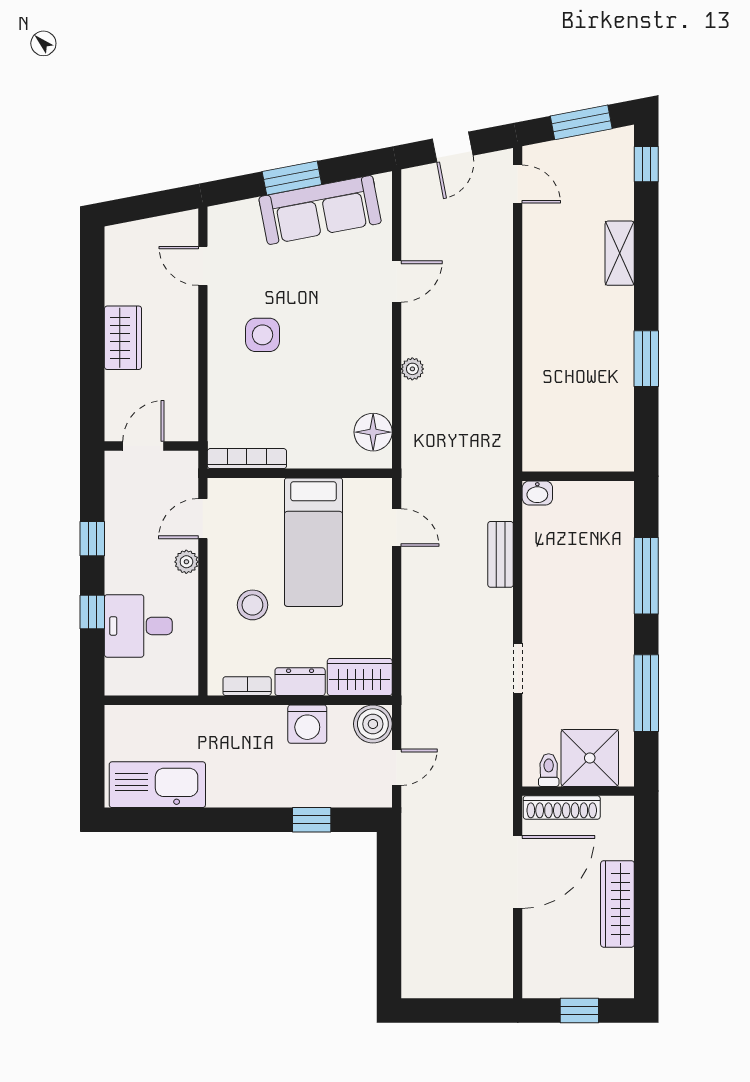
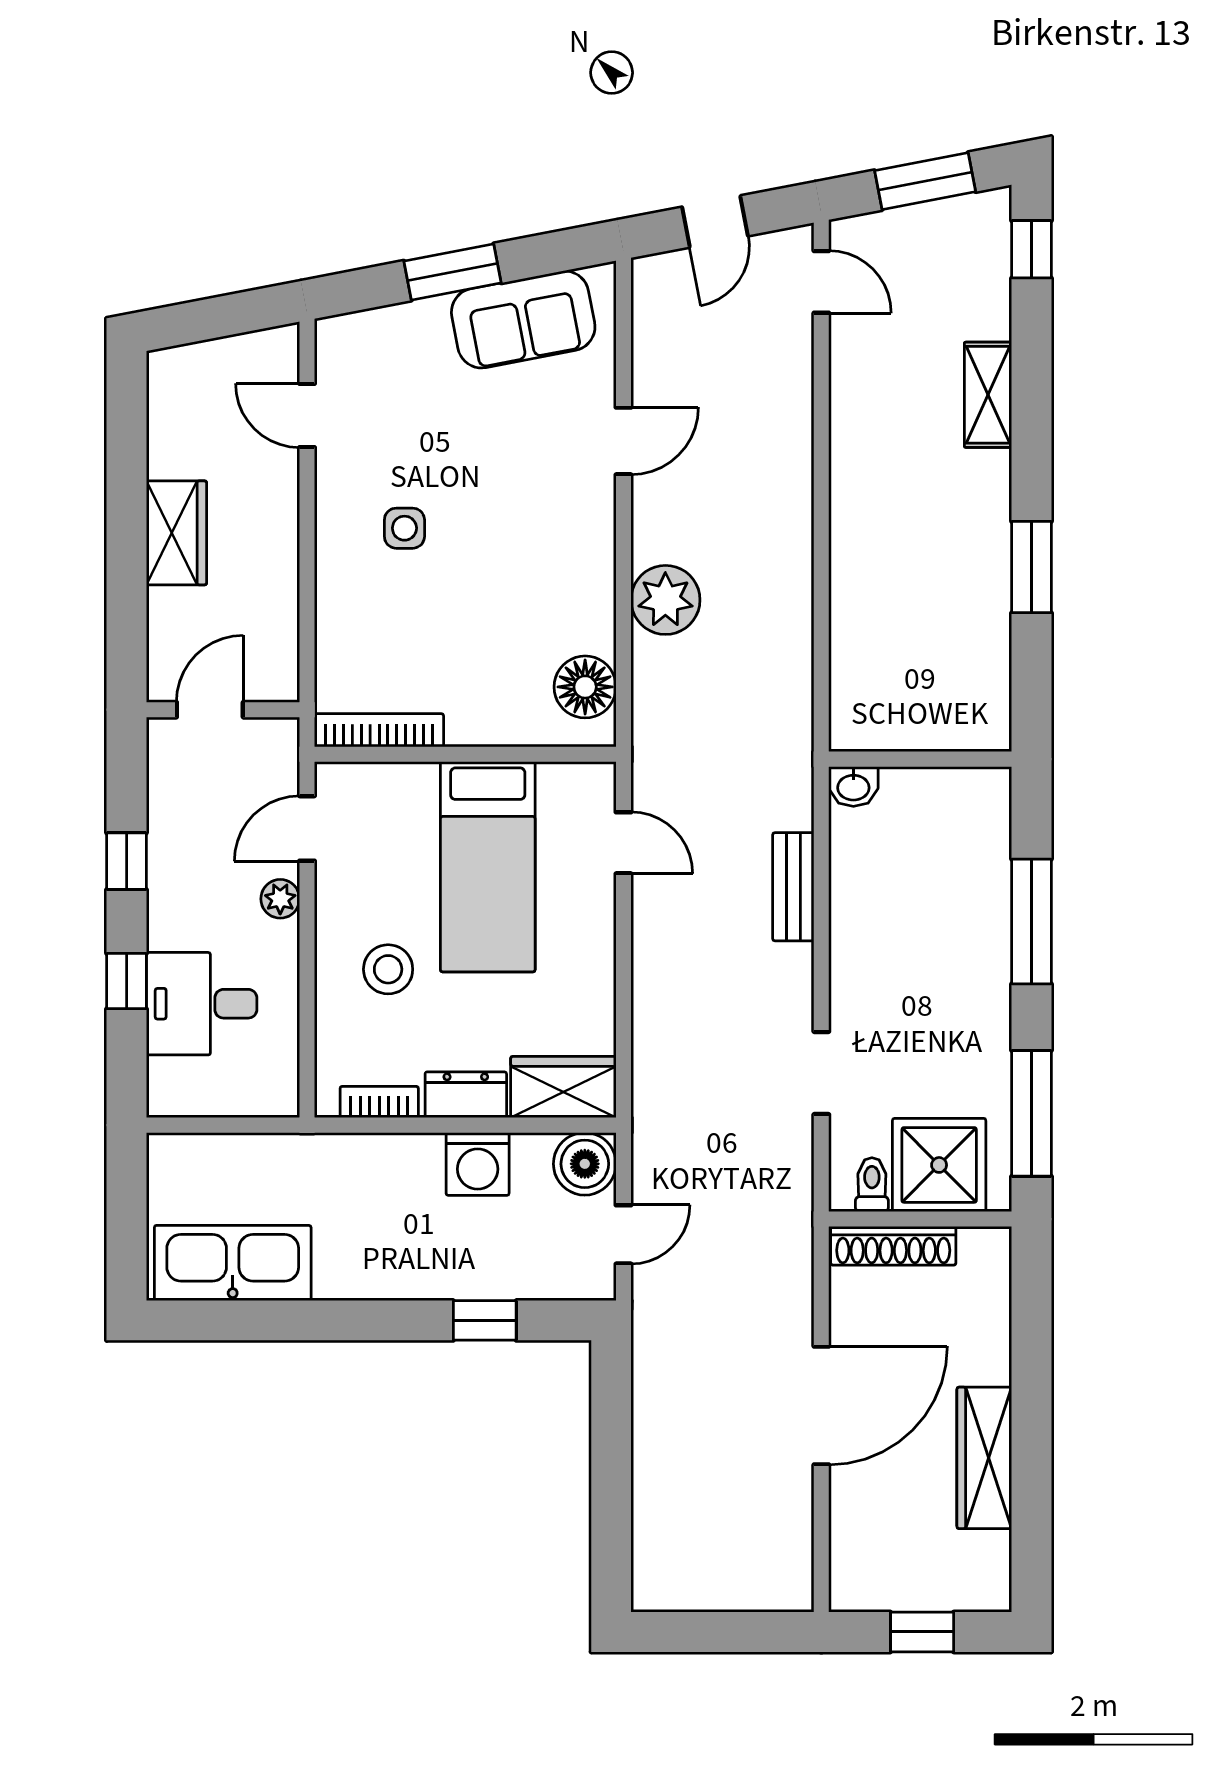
sofa: (320, 210) -> (523, 320), width x0.73
side table: (263, 335) -> (404, 528), width x0.73, depth x0.73
plant: (412, 369) -> (665, 600), width x1.87, depth x1.87
shower: (590, 758) -> (939, 1165), moved
toilet: (549, 770) -> (872, 1185), moved
wall: (578, 791) -> (920, 1219), moved
shoe rack: (562, 807) -> (893, 1246), moved

